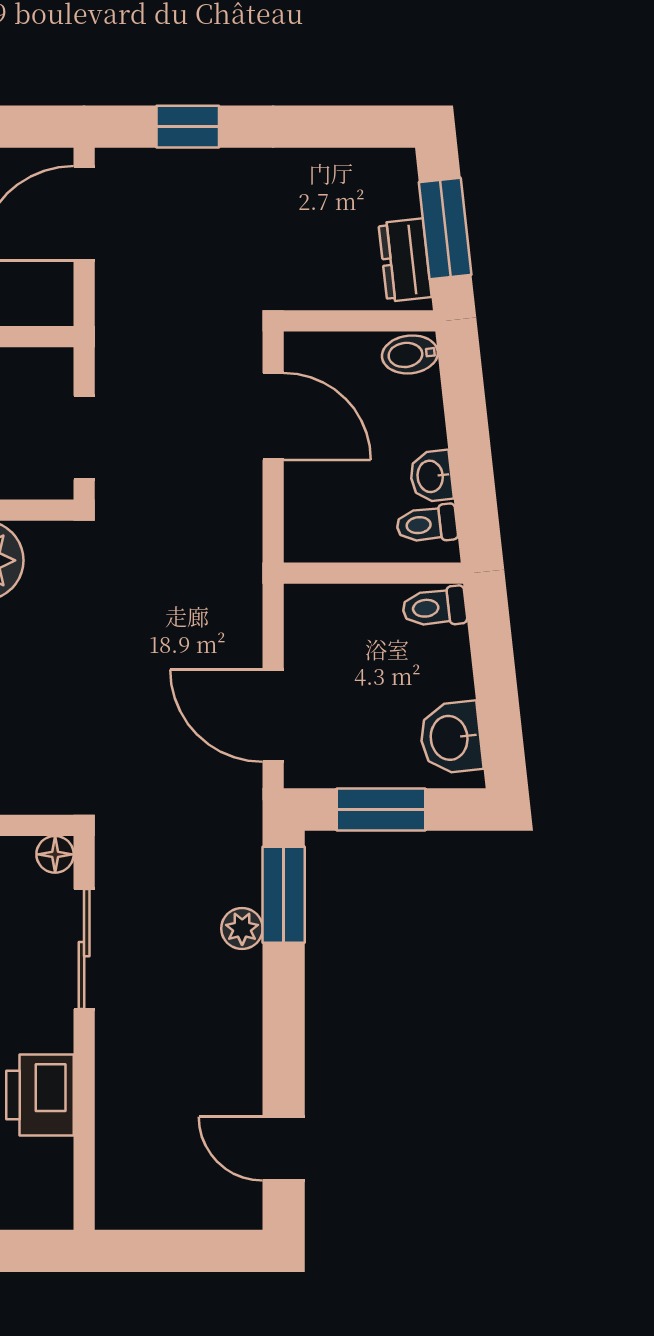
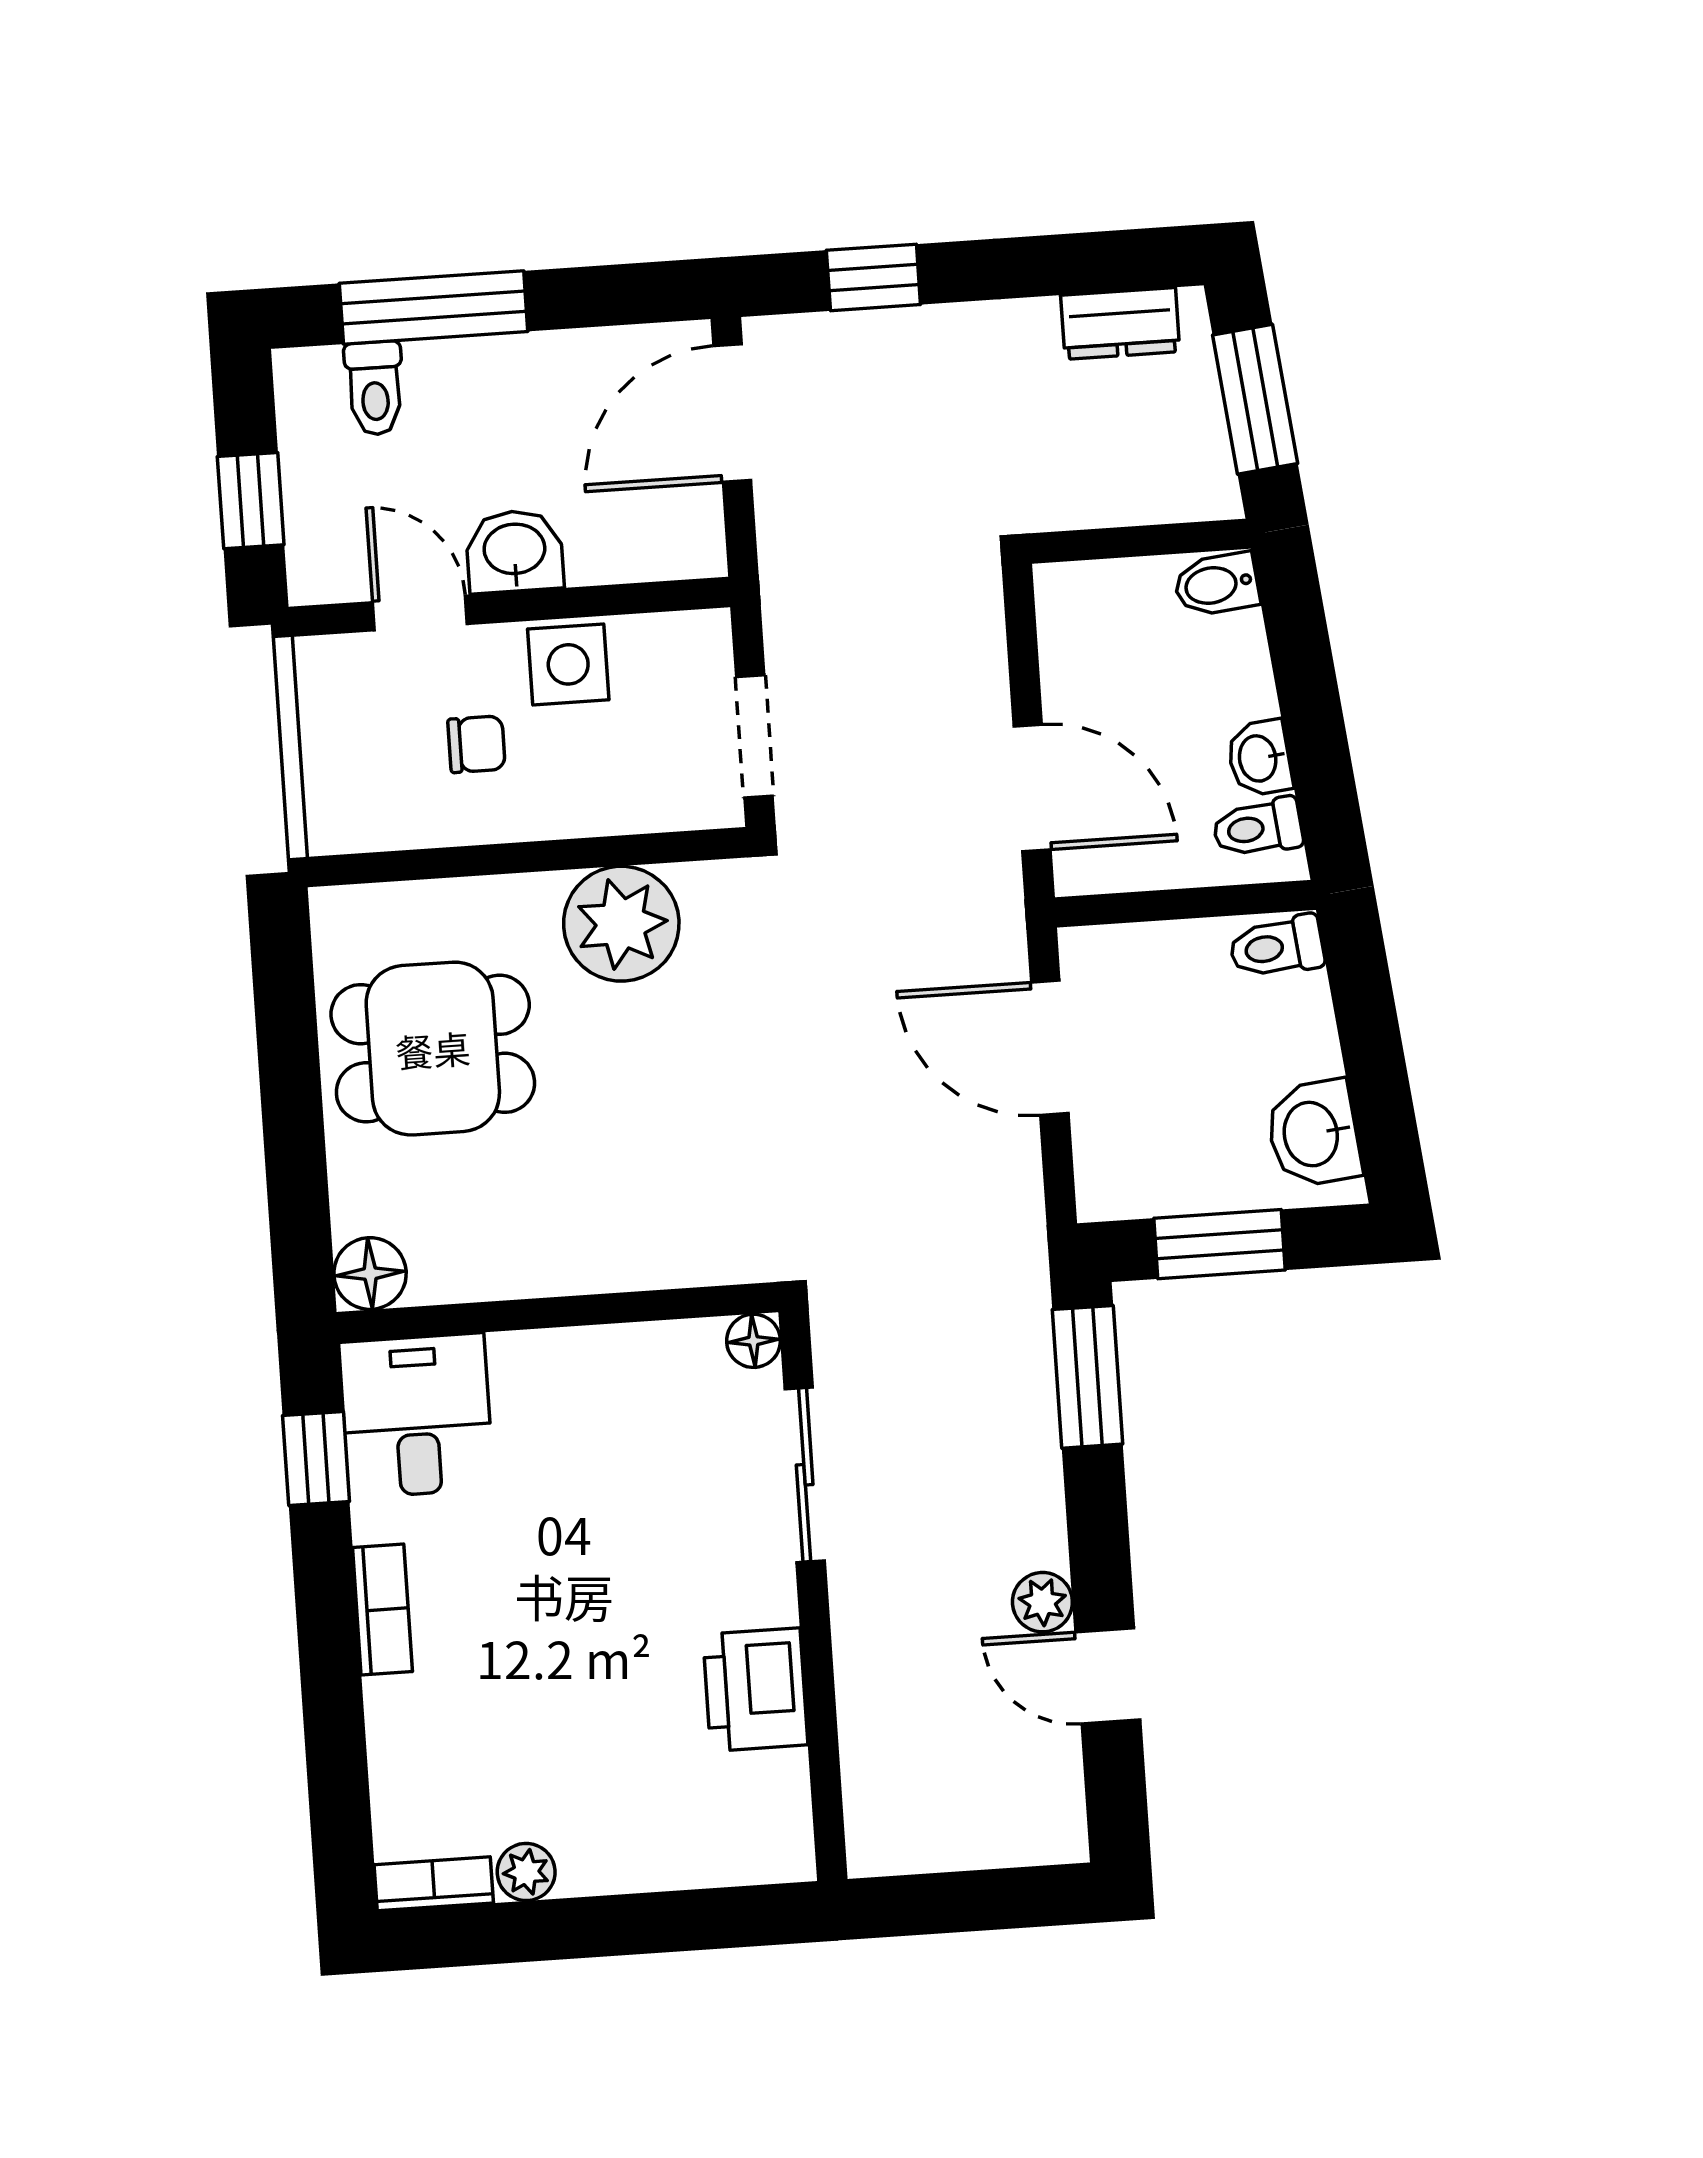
dresser: (405, 260) -> (1120, 323), moved, turned -84
door: (273, 416) -> (1032, 788), moved
door: (273, 716) -> (1050, 1048), moved
plant: (242, 929) -> (1042, 1602), moved
door: (284, 1149) -> (1108, 1676), moved

